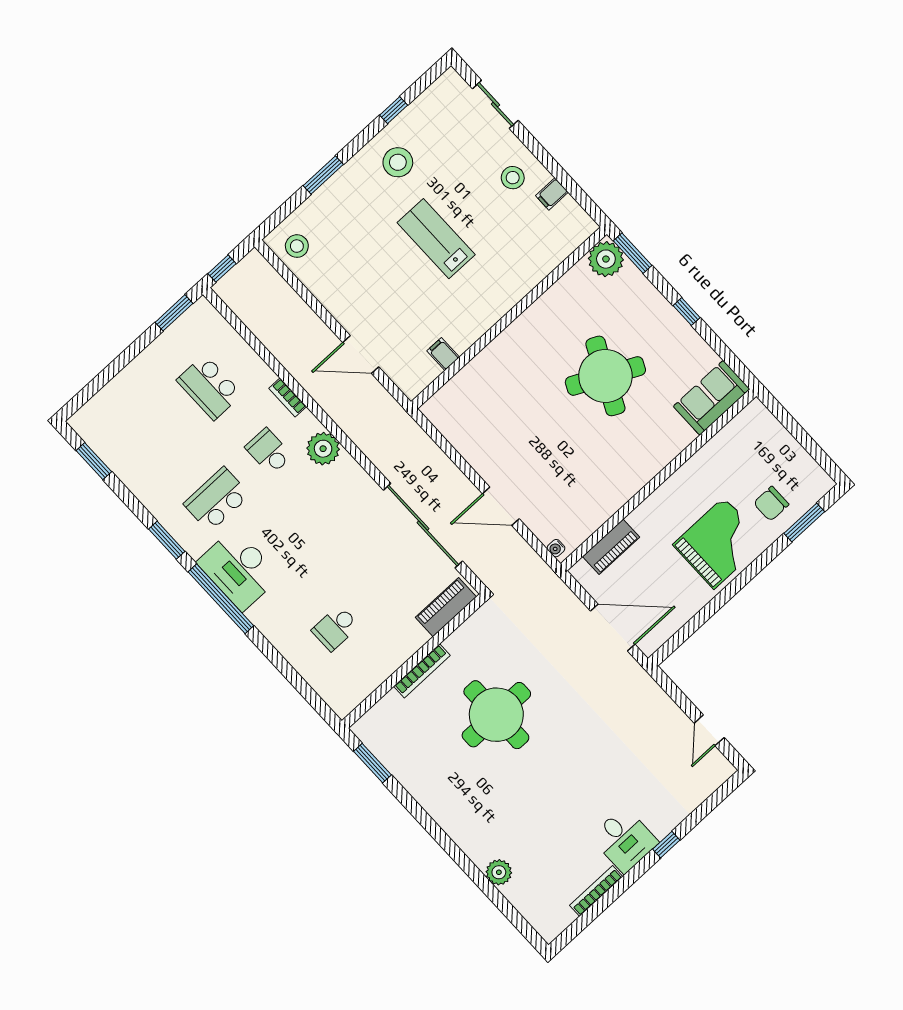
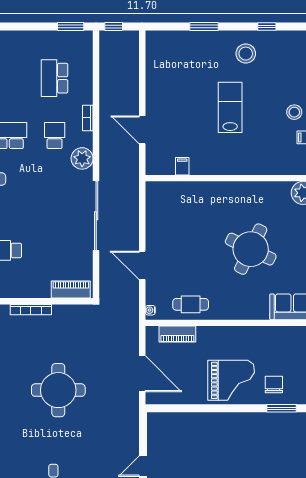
stool: (297, 246) -> (160, 49), removed
cafe table: (595, 500) -> (191, 304), added
chair: (771, 504) -> (274, 384), turned 90
sliding door: (423, 526) -> (96, 216), moved
round table: (496, 715) -> (58, 390), moved

